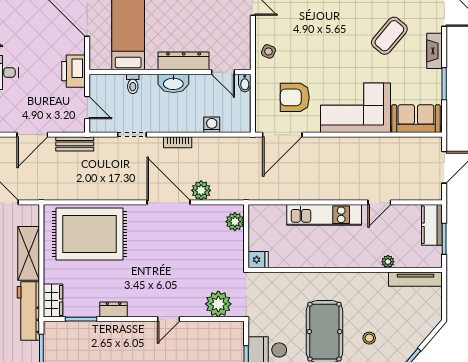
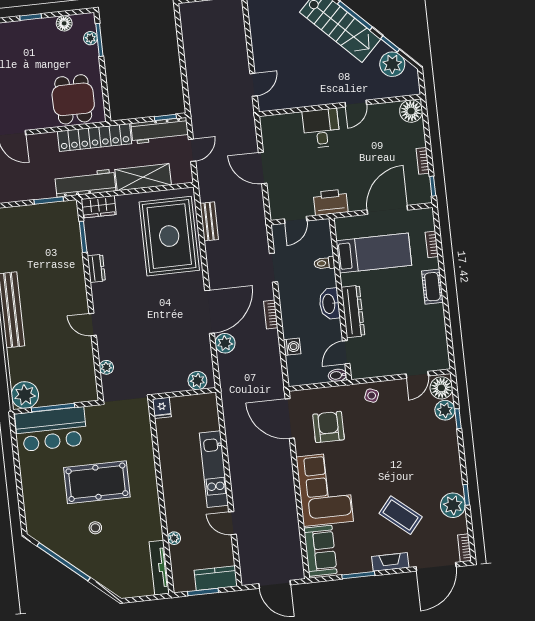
bench: (75, 144) -> (209, 221), moved
plant: (218, 304) -> (106, 367), width x0.53, depth x0.53

